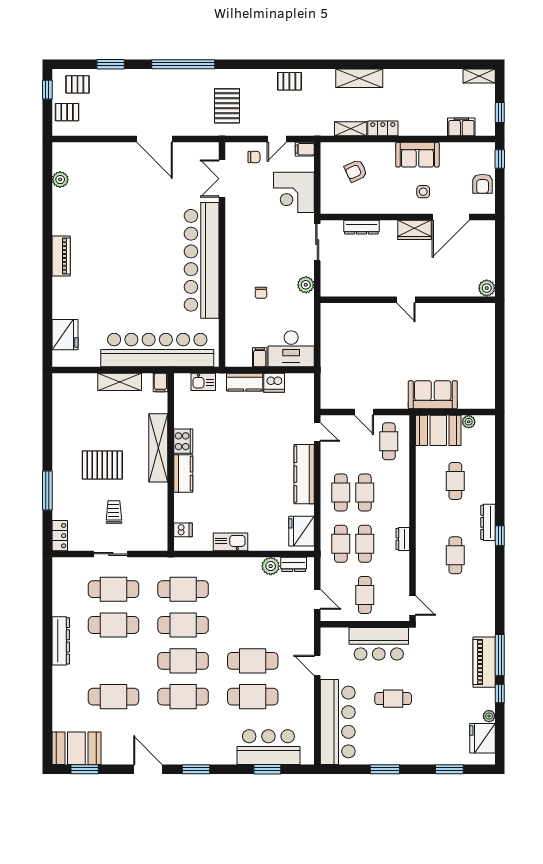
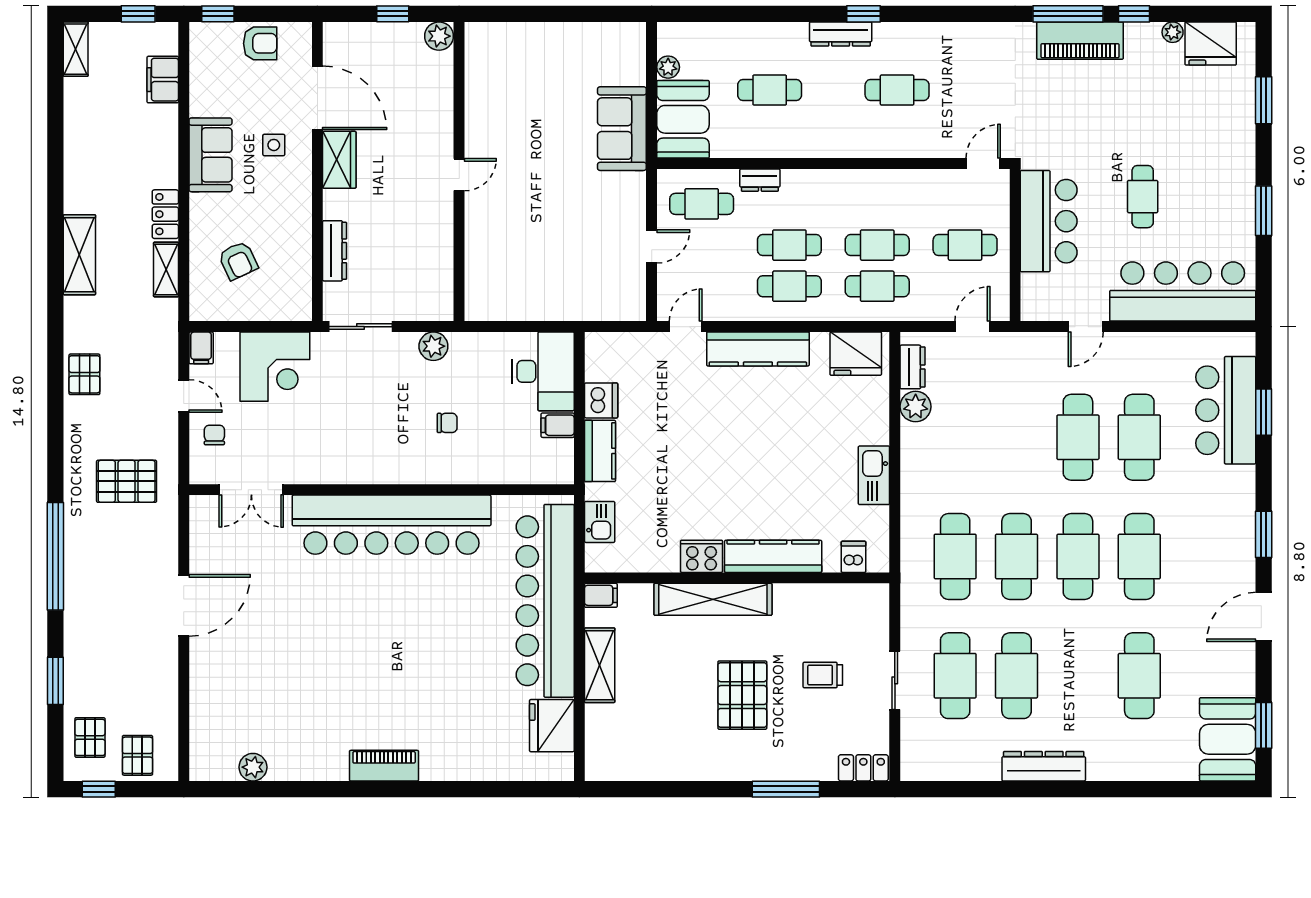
window: (500, 261) -> (393, 14), added
fridge: (65, 335) -> (552, 726), moved, turned -90
kitchen counter: (183, 474) -> (773, 556), width x1.50
dresser: (403, 539) -> (760, 180), moved

